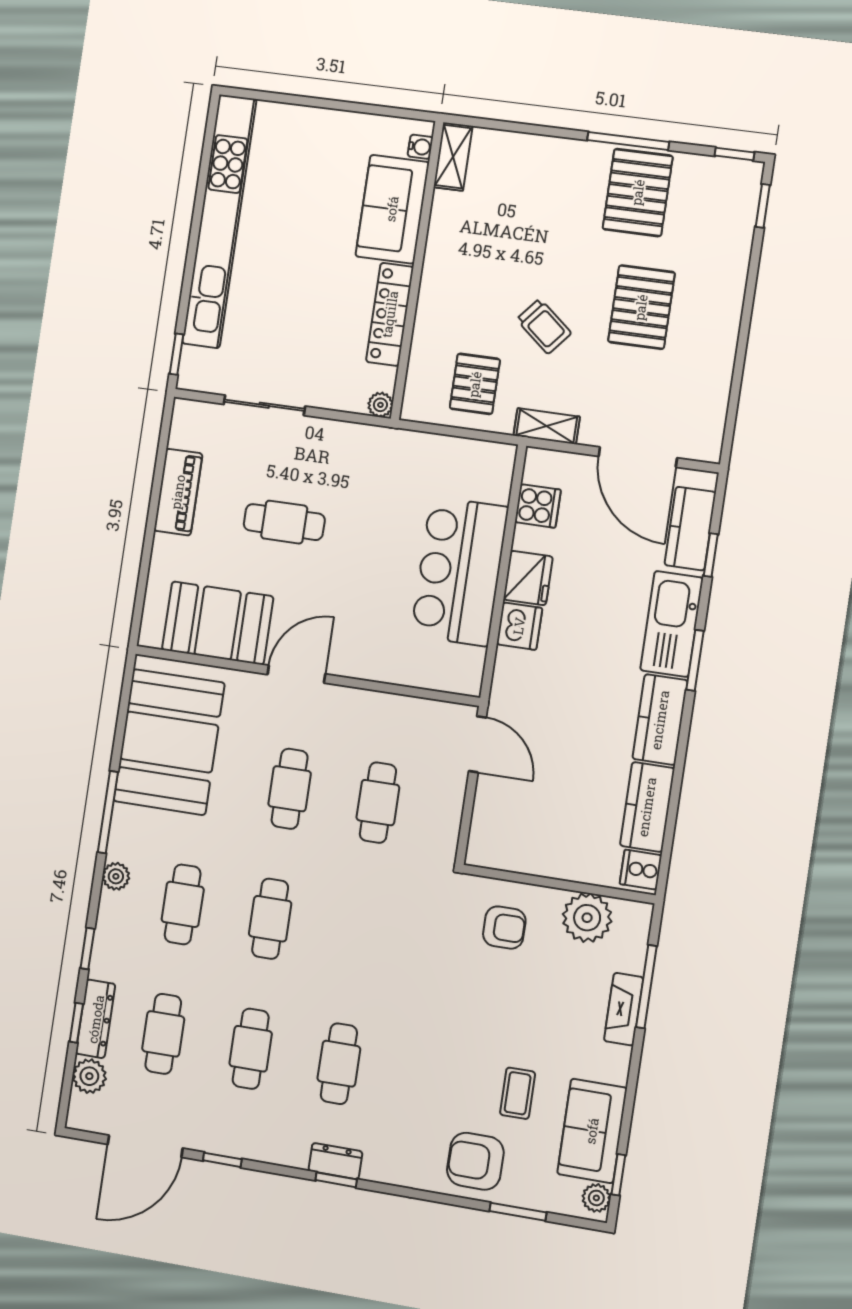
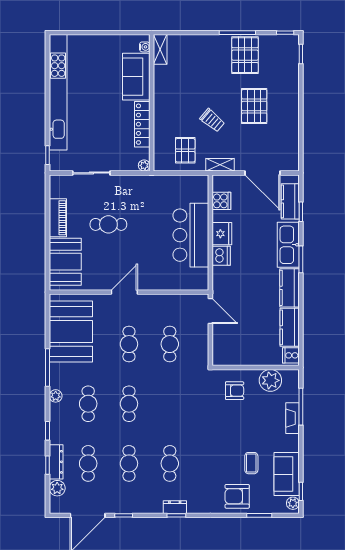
booth: (218, 623) -> (65, 262), moved, turned 90

